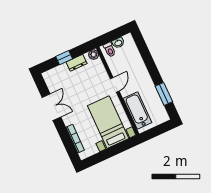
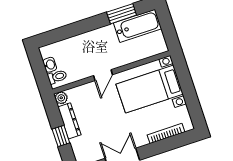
dresser: (76, 63) -> (69, 121), width x1.44
door: (115, 85) -> (103, 75), swing flipped
bathtub: (137, 111) -> (137, 26), moved, turned 180

